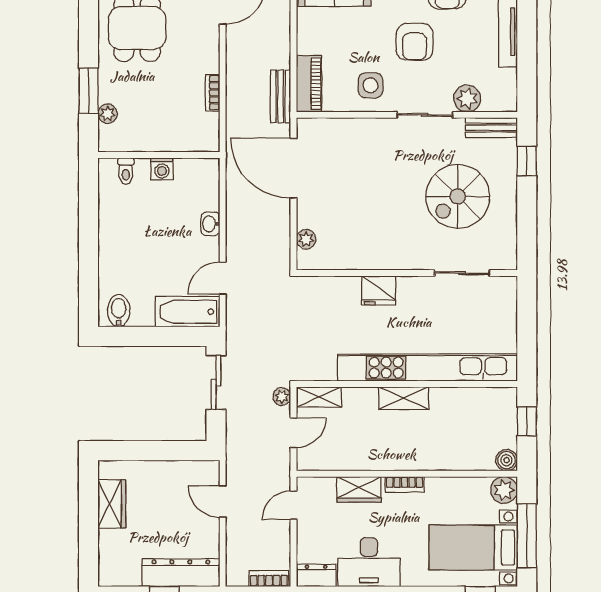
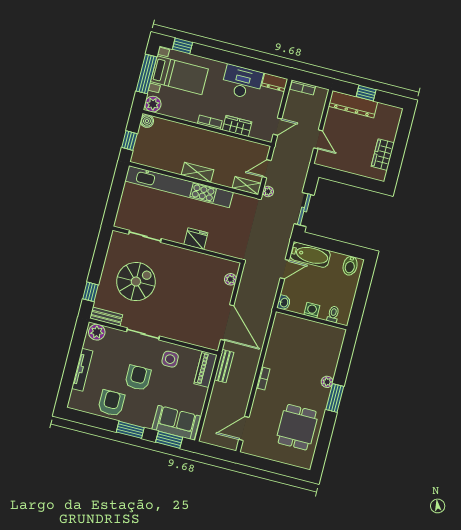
plant: (467, 99) -> (97, 332), moved
wall: (159, 155) -> (312, 319), moved
washing machine: (162, 169) -> (312, 310), moved
toilet: (126, 171) -> (333, 314), moved

